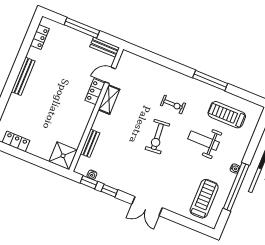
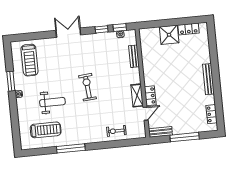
exercise bike: (173, 104) -> (116, 131), moved
shower: (63, 156) -> (169, 35), moved
window: (236, 187) -> (11, 81), width x0.47

